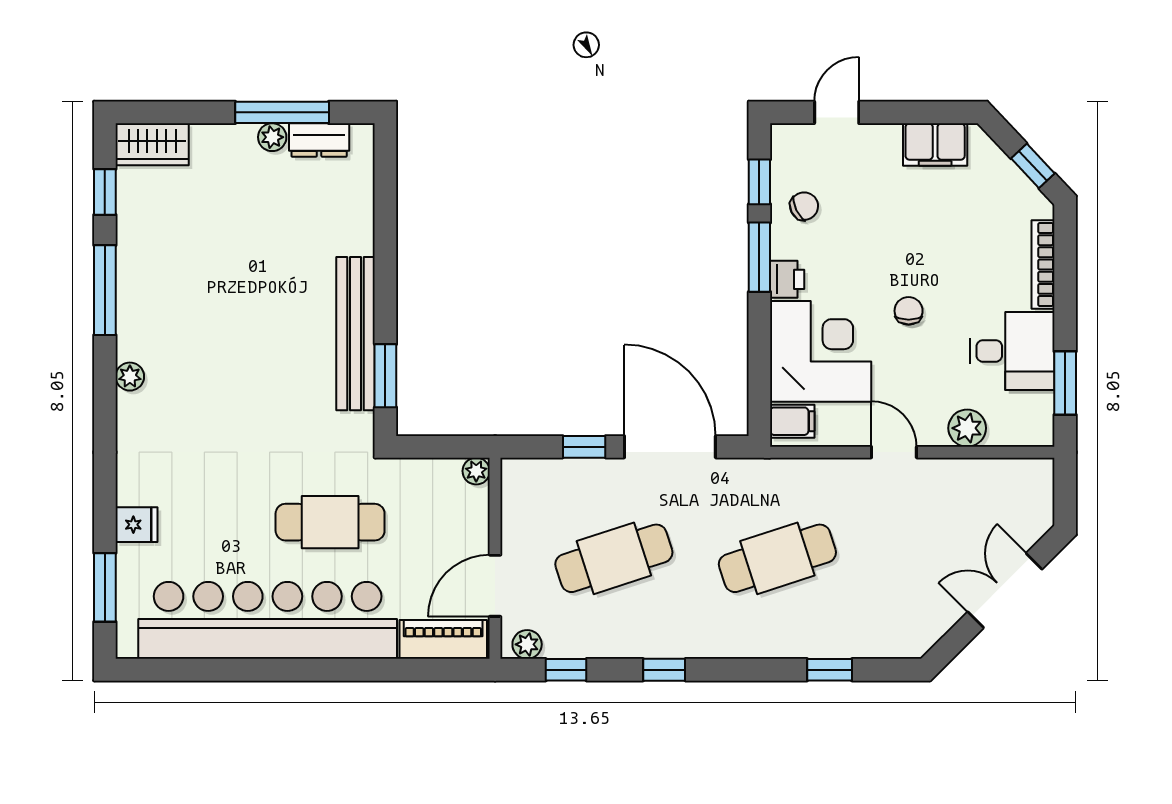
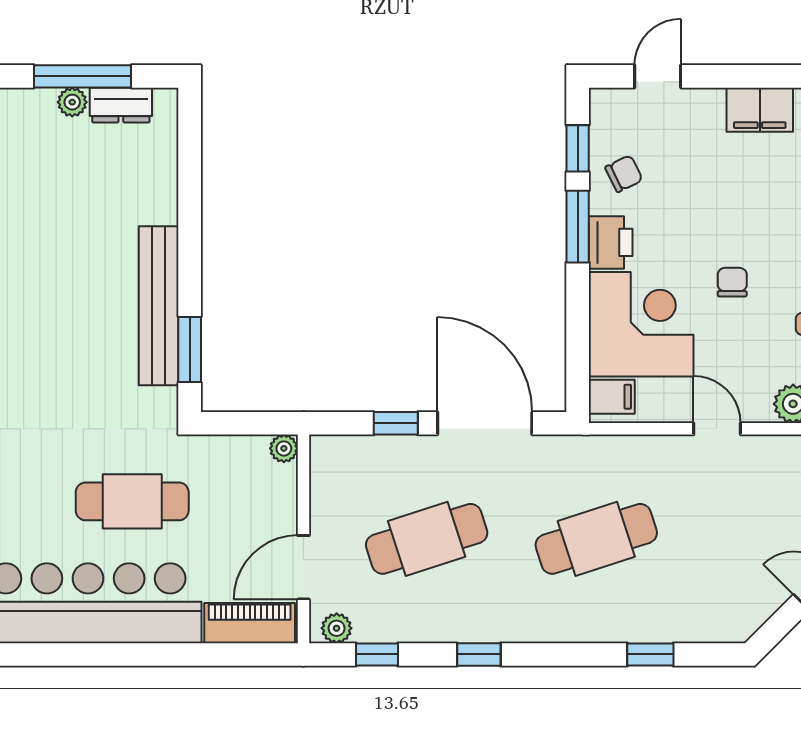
printer: (787, 279) -> (611, 242), width x1.36, depth x1.24

